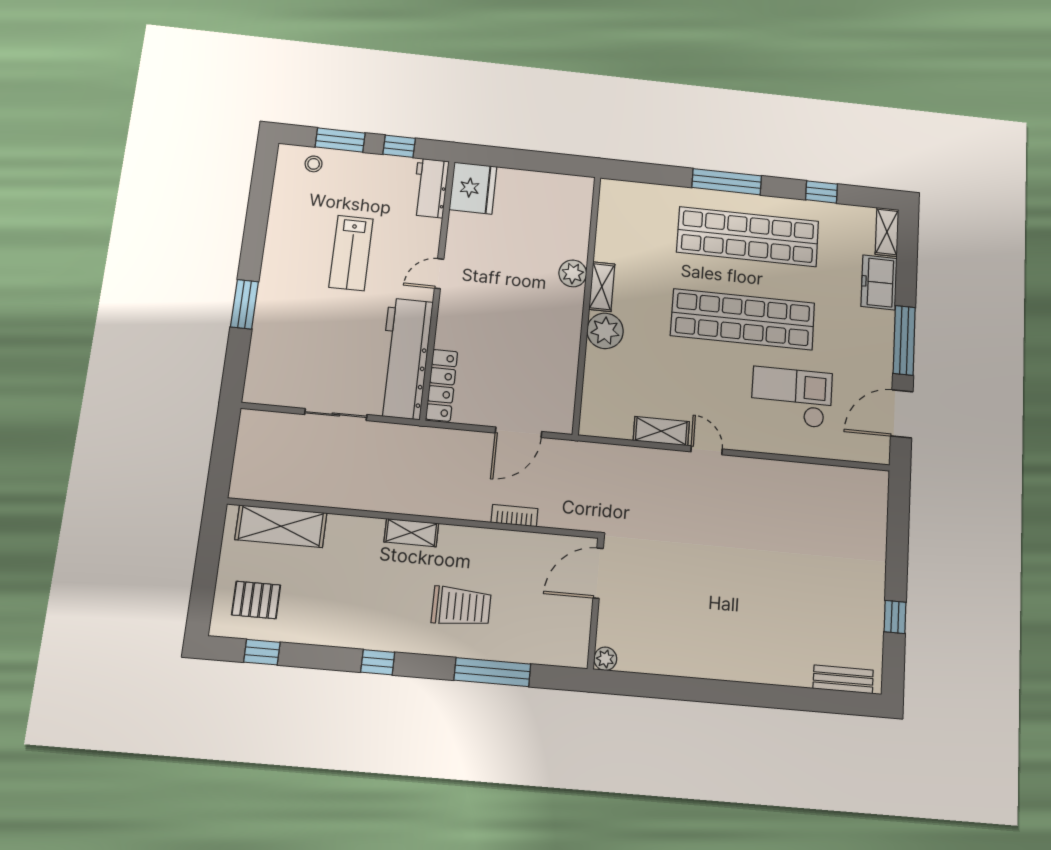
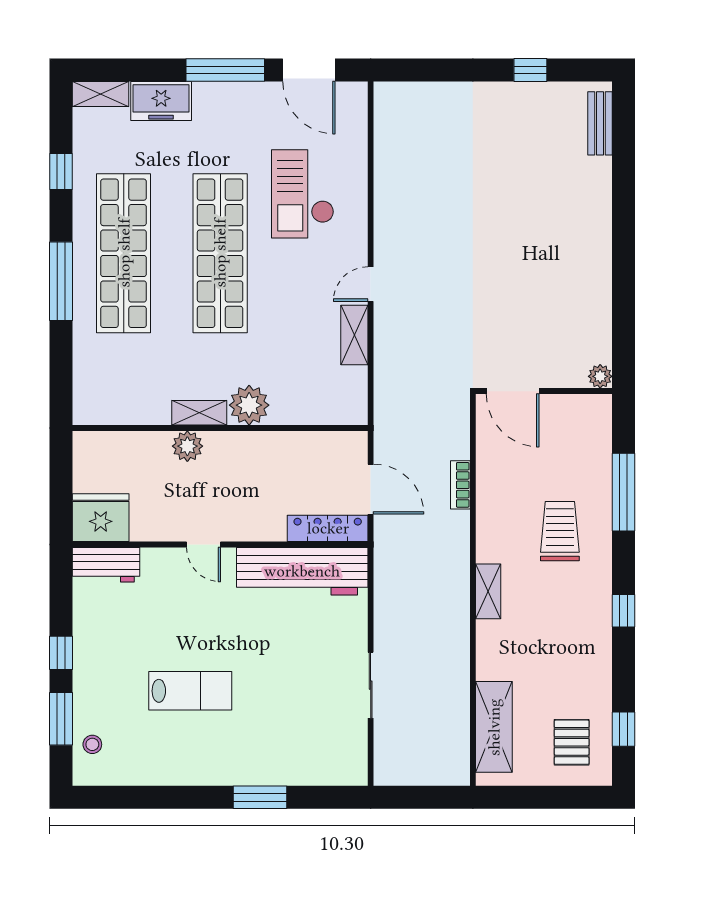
workbench: (430, 188) -> (106, 565), moved
fridge: (473, 188) -> (101, 518), moved
door: (439, 274) -> (204, 544), moved
wall: (437, 288) -> (220, 544), moved
workbench: (405, 358) -> (302, 571), moved
locker: (442, 385) -> (328, 528), moved

